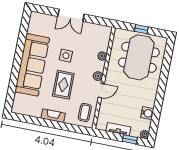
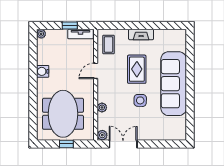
double door: (71, 15) -> (123, 144), moved
plant: (98, 76) -> (102, 135), moved
water cooler: (147, 113) -> (43, 71), moved
tv unit: (118, 129) -> (81, 34), moved
window: (130, 139) -> (70, 26), moved

